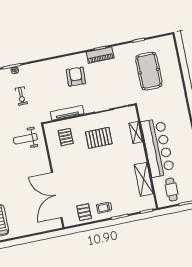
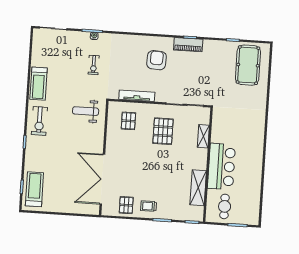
pool table: (149, 71) -> (248, 65), moved
pallet: (99, 138) -> (163, 131), turned 90
bar counter: (158, 147) -> (221, 166), width x0.73

